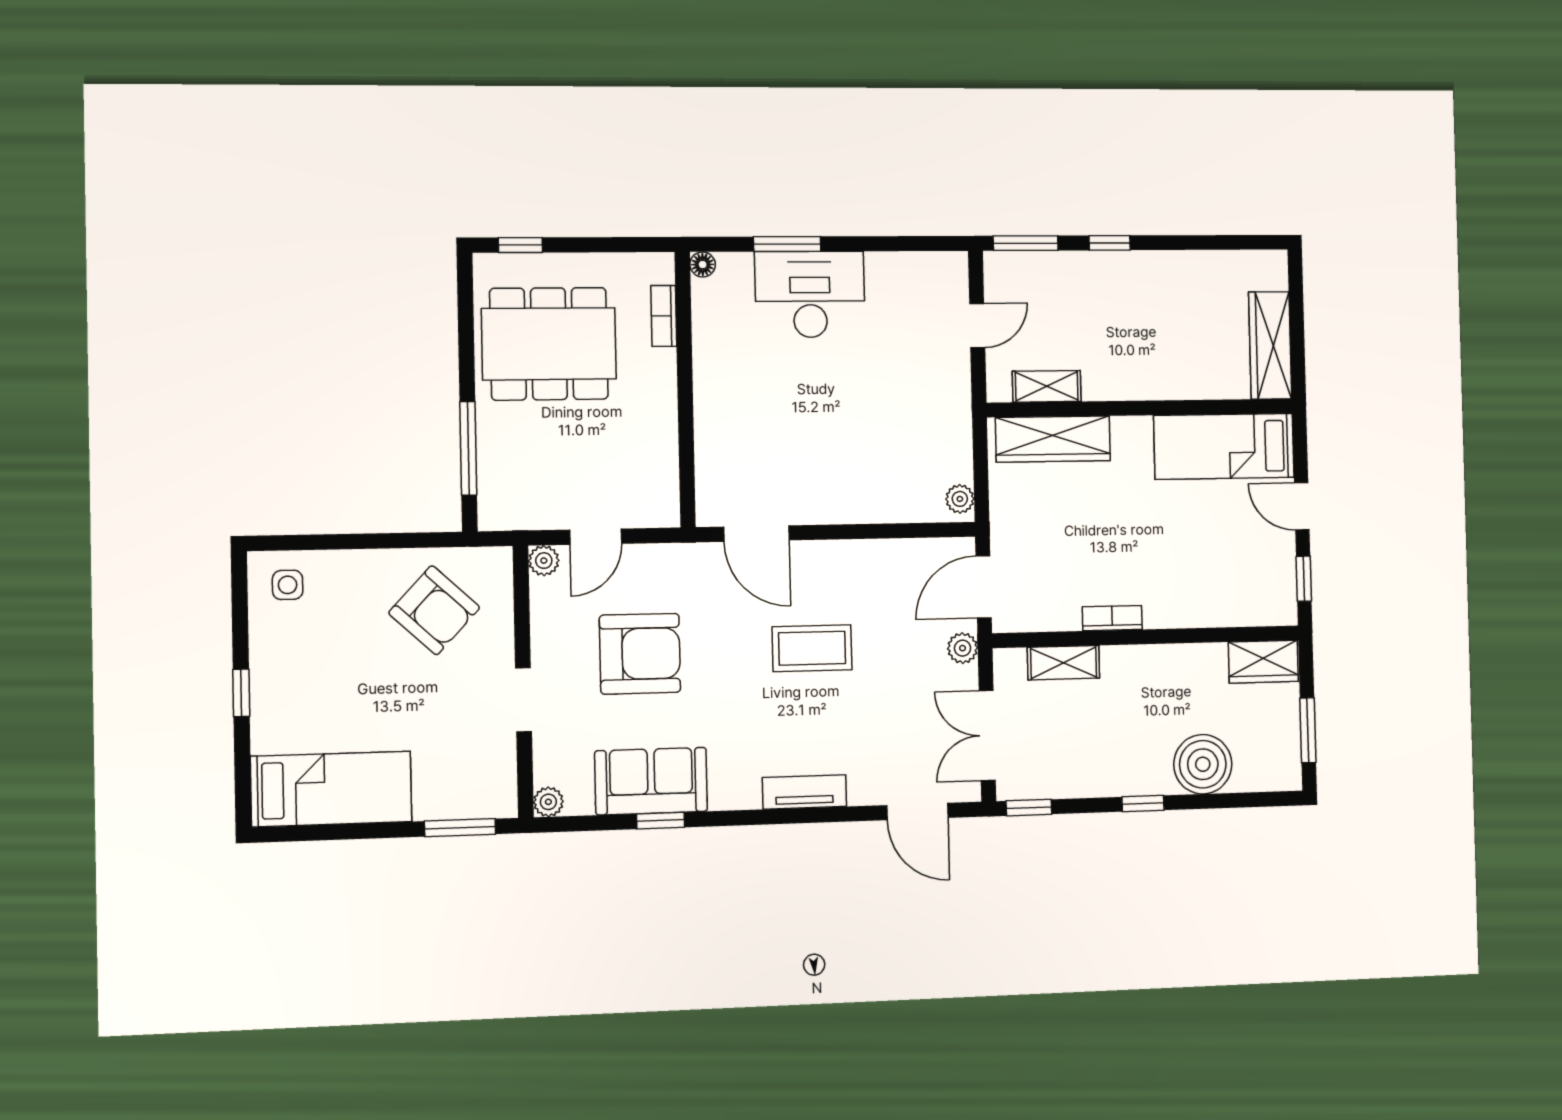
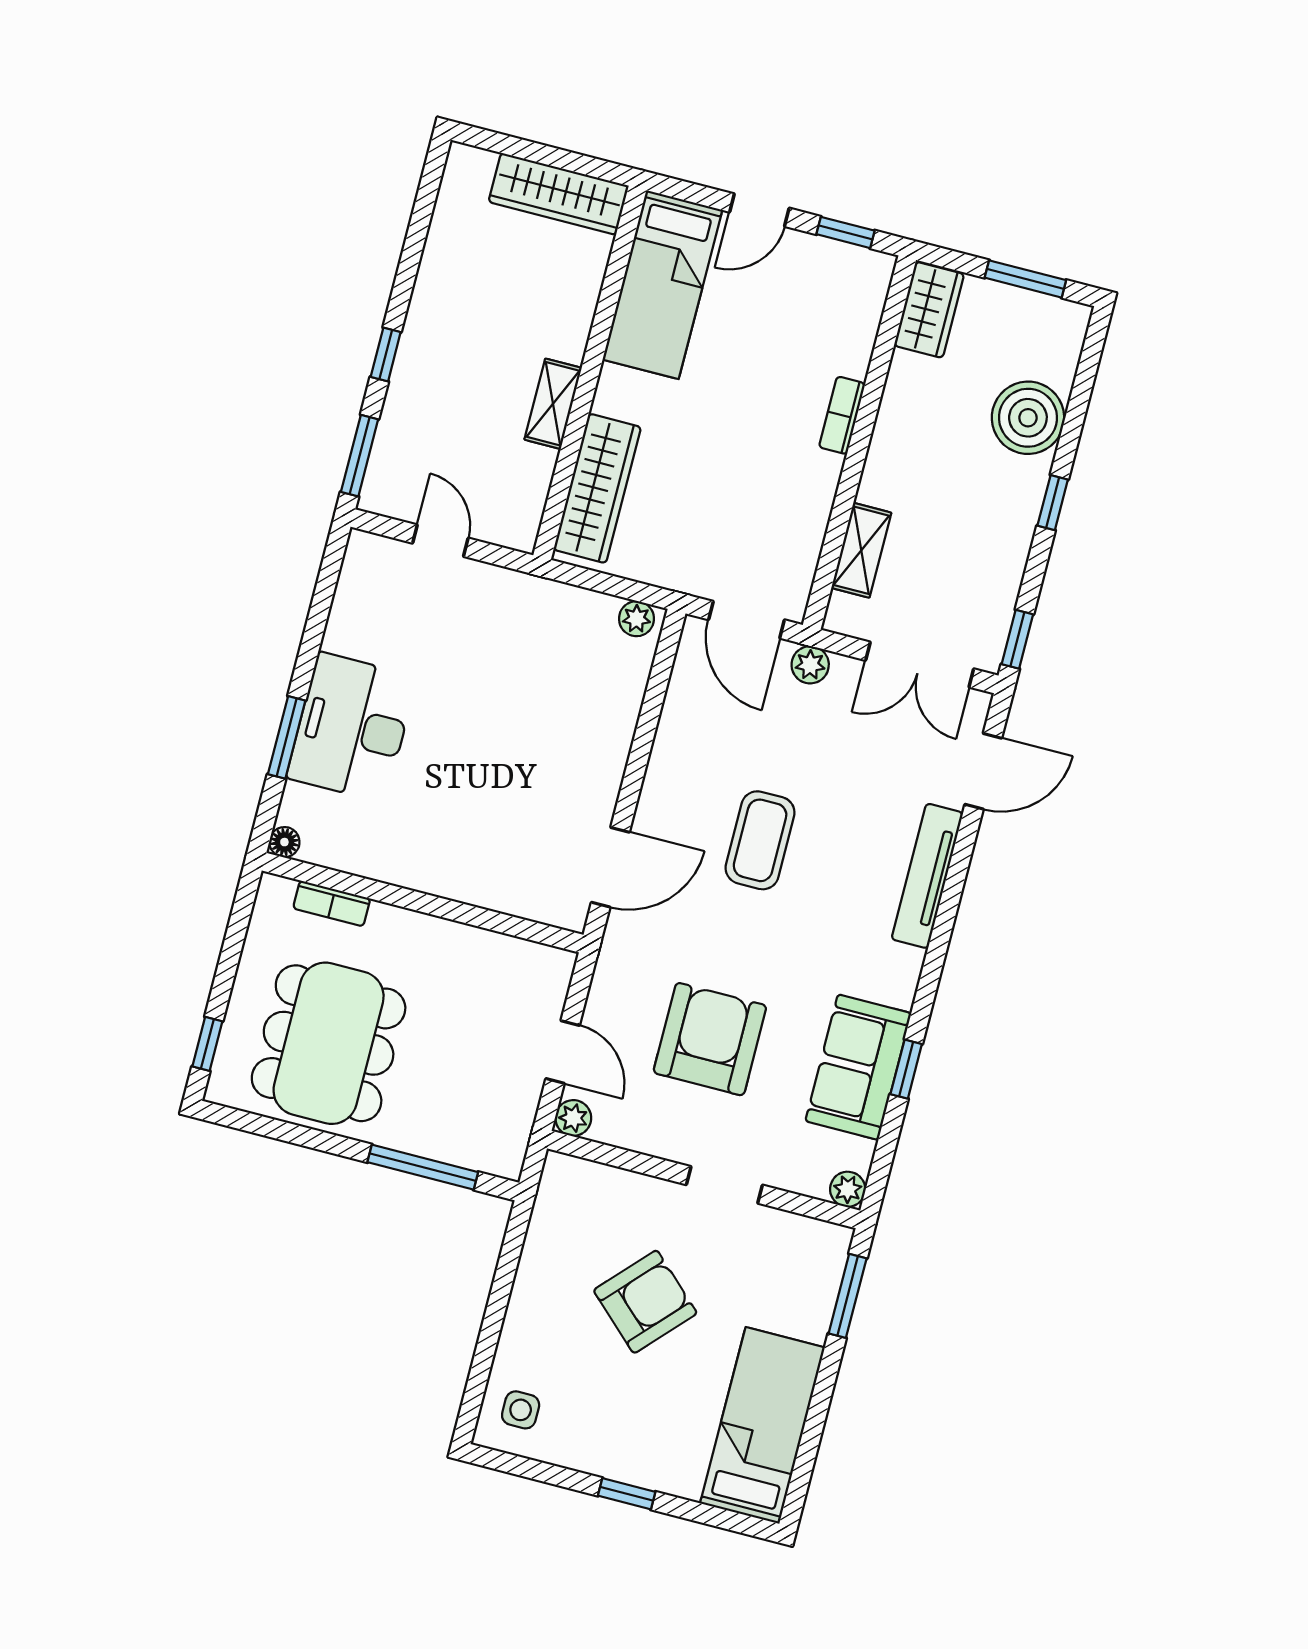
shelving: (1047, 386) -> (553, 404), moved
armchair: (434, 610) -> (645, 1302), moved
bookcase: (1112, 618) -> (842, 415), moved
tv unit: (804, 792) -> (927, 876), width x1.41

